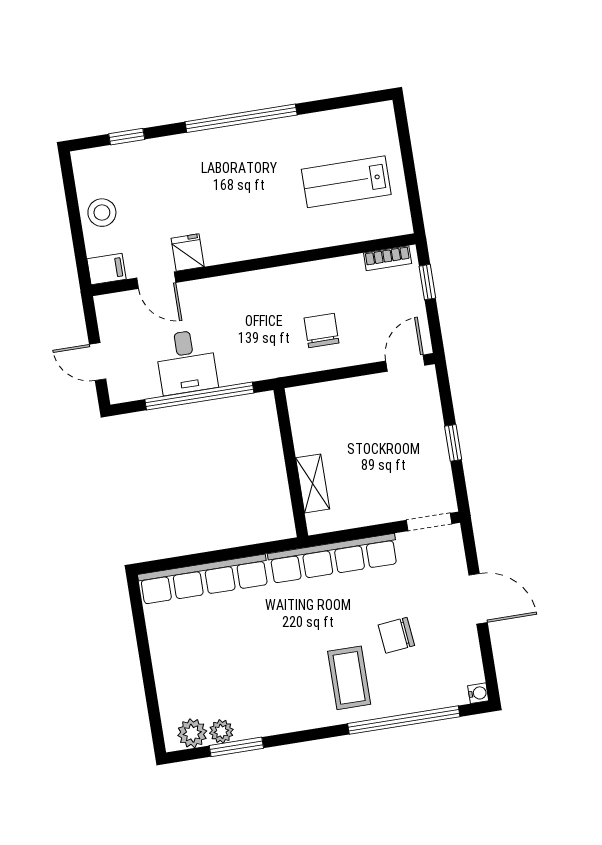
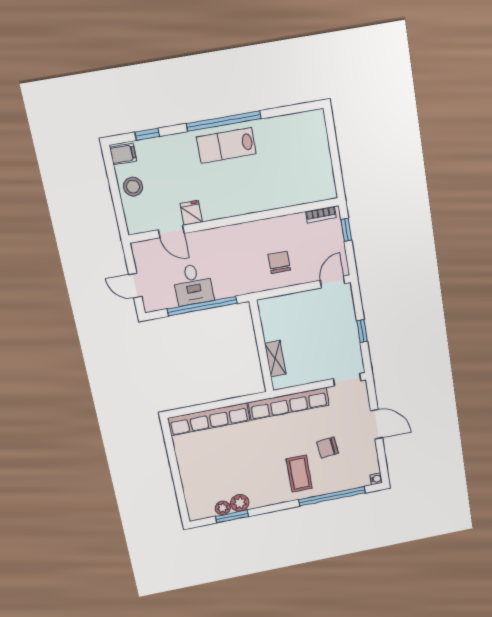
lab bench: (346, 182) -> (226, 145), moved
filing cabinet: (106, 269) -> (123, 154), moved
plant: (192, 733) -> (240, 503), moved

